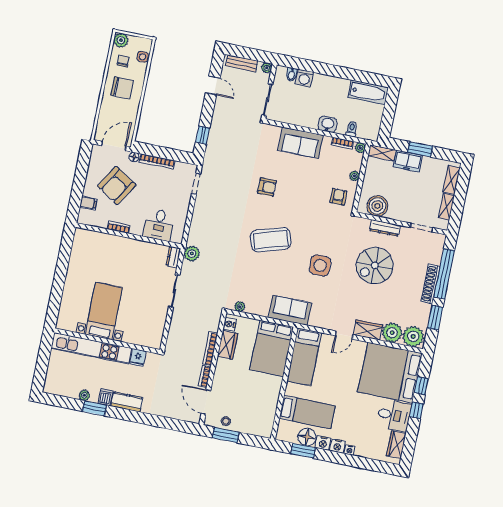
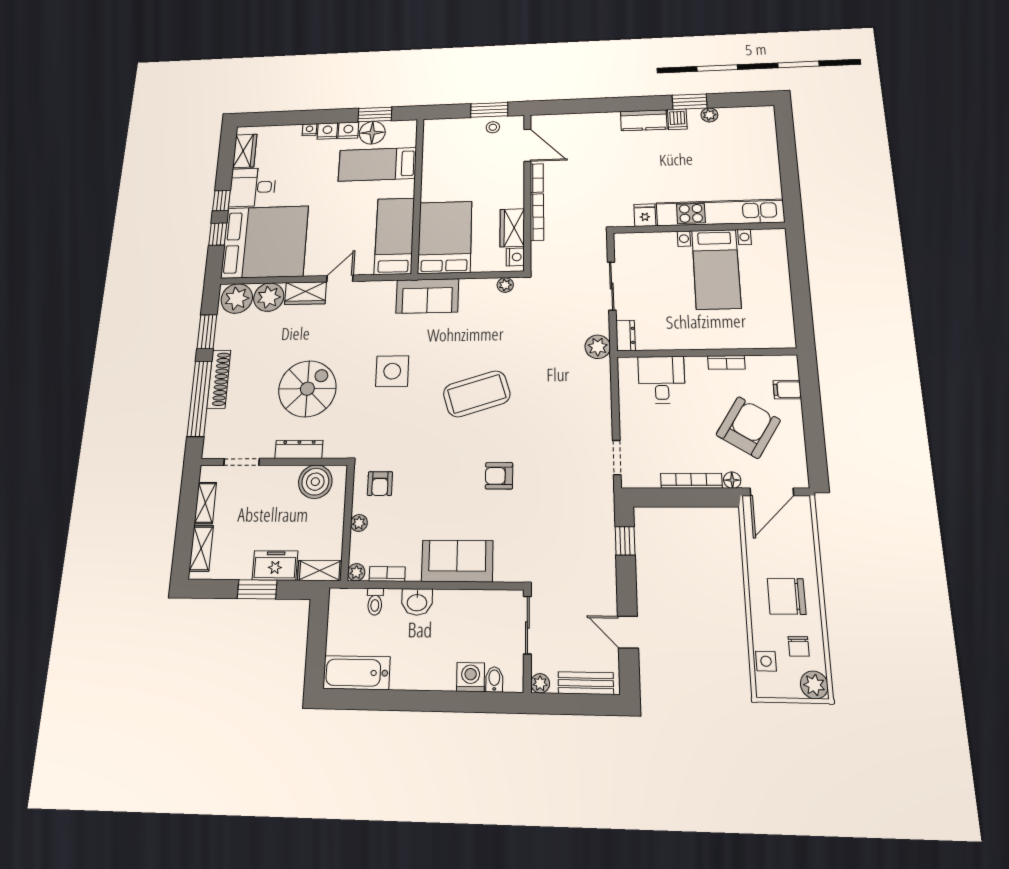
bed with nightstands: (104, 311) -> (716, 269), moved
wall: (107, 341) -> (699, 228), moved
kitchen unit: (91, 348) -> (720, 213), moved
fridge: (138, 357) -> (645, 215), moved

